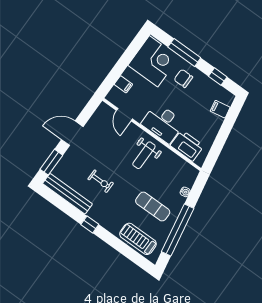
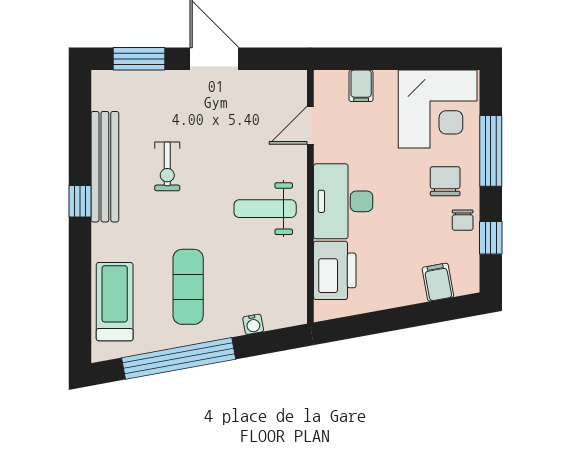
chair: (203, 82) -> (463, 220), added
bench: (67, 194) -> (105, 167), moved

